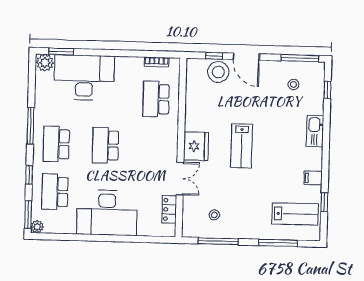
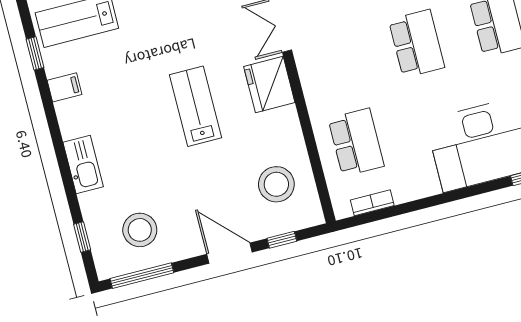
stool: (218, 72) -> (276, 184), moved
stool: (293, 85) -> (140, 230), width x1.89, depth x1.89

